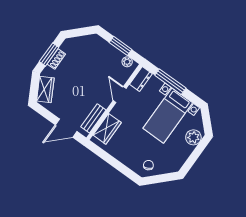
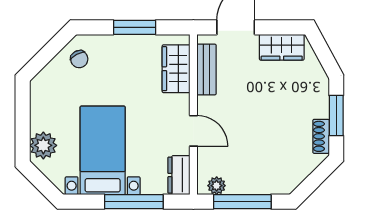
window: (121, 46) -> (242, 202), width x1.44
shoe rack: (56, 59) -> (321, 136), moved
wardrobe: (45, 90) -> (282, 47), moved, turned -62
window: (113, 161) -> (135, 27), added

